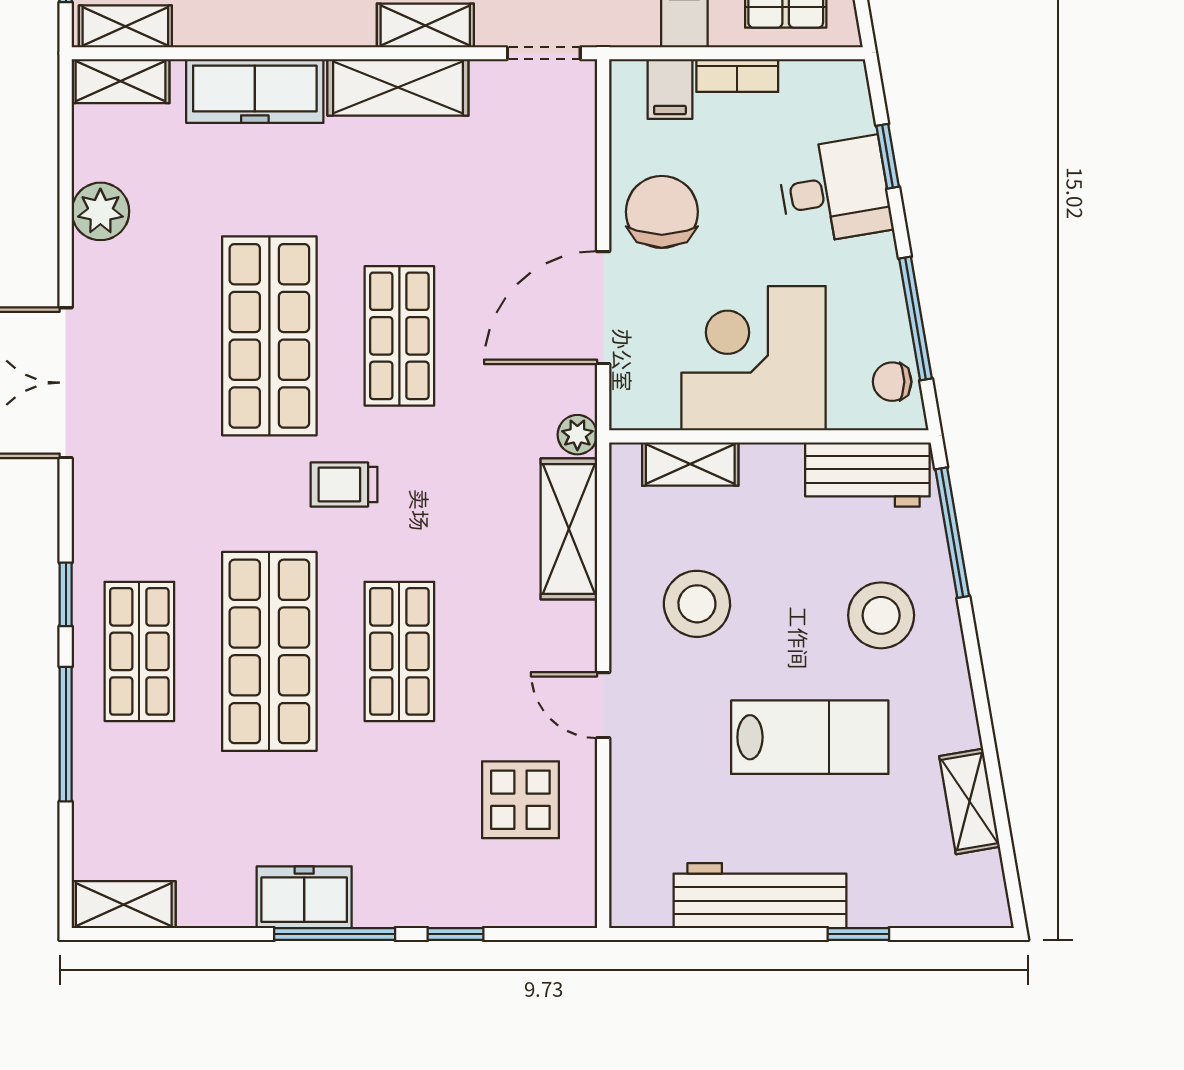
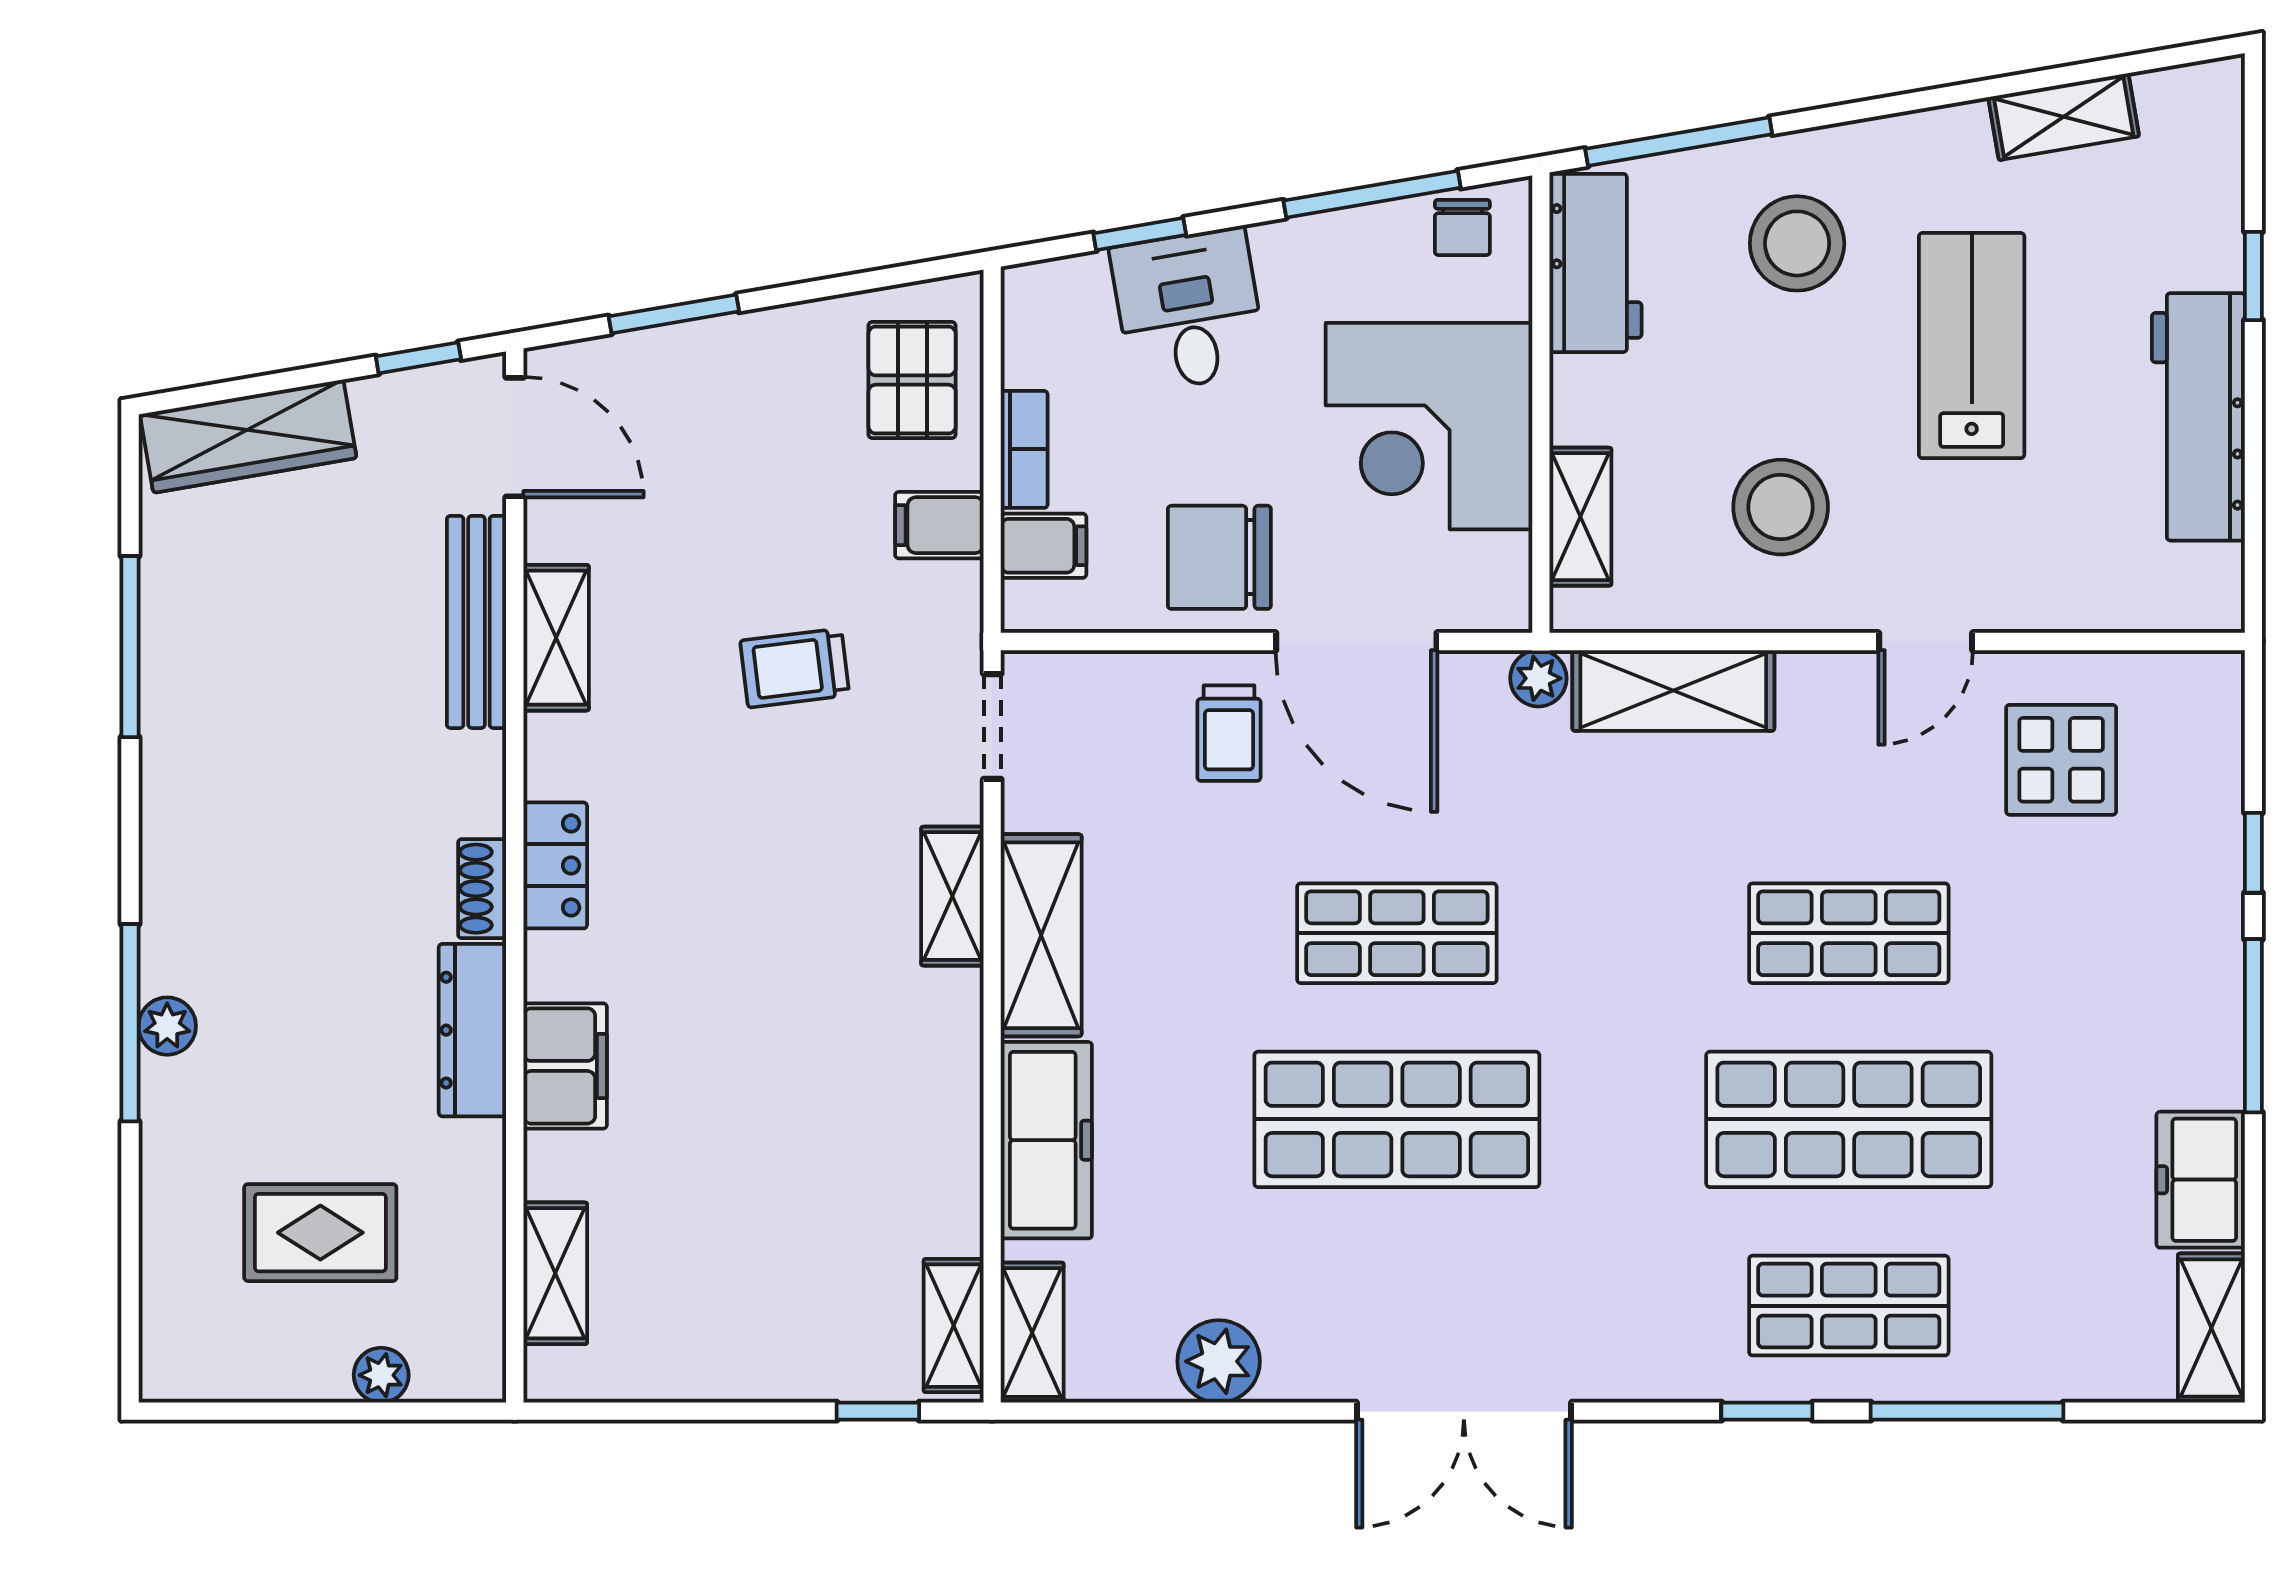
trolley: (344, 485) -> (1229, 733), moved
freezer: (304, 897) -> (2201, 1180), moved

